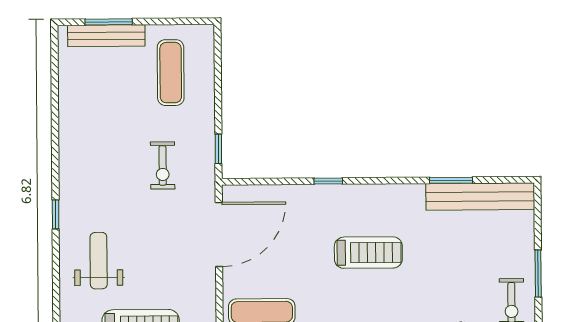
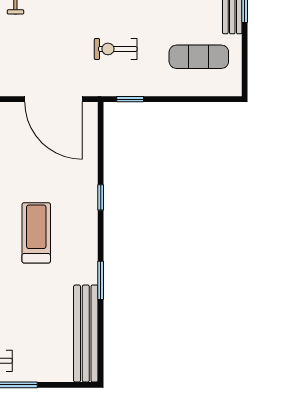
window: (451, 180) -> (101, 280), moved
treadmill: (368, 253) -> (36, 233), turned 180

